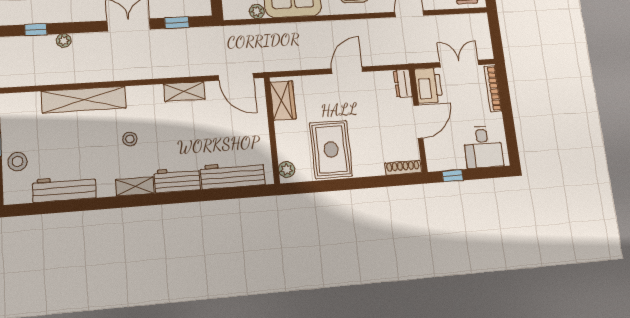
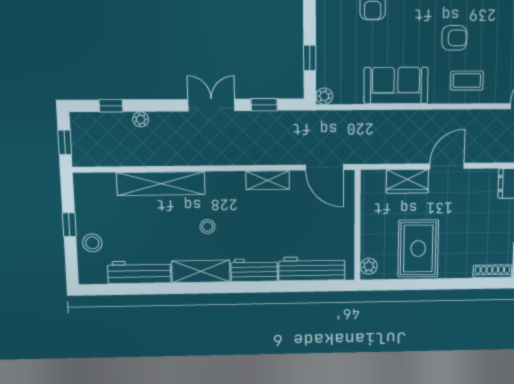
plant: (257, 11) -> (324, 96), moved
wardrobe: (283, 100) -> (407, 181), moved, turned 90
shelving: (135, 186) -> (201, 271), width x1.50, depth x1.33

